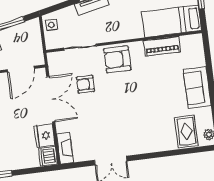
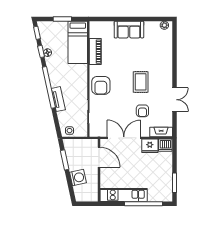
armchair: (85, 84) -> (142, 111), moved
rug: (186, 131) -> (141, 82), moved, turned 90

